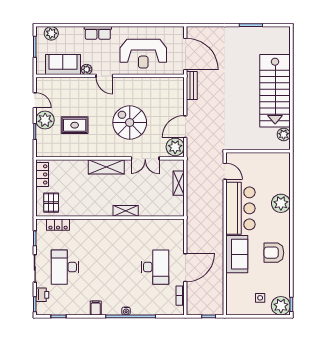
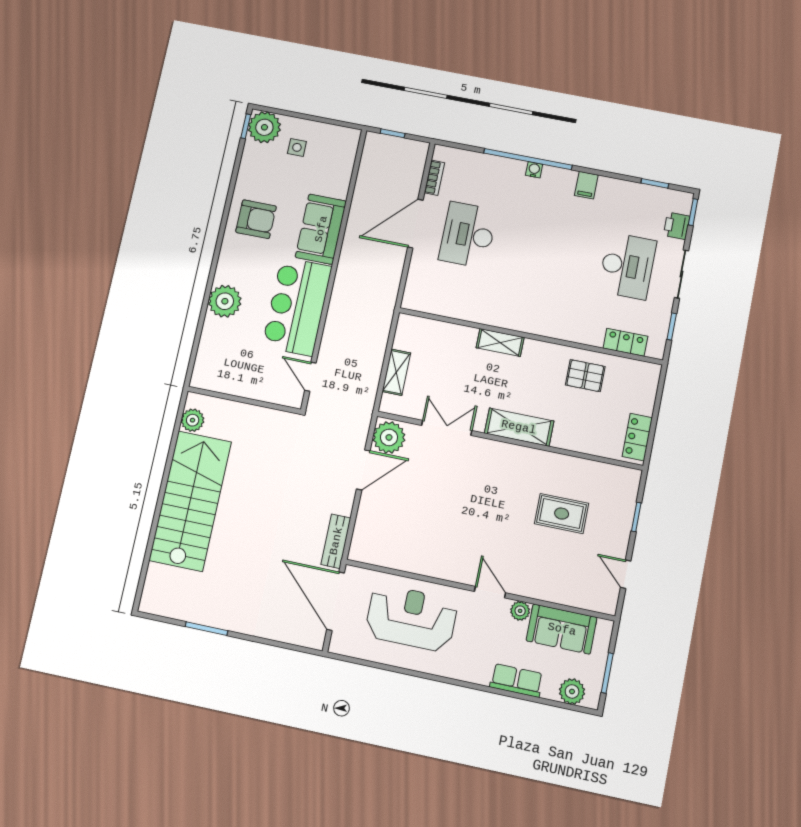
row of seats: (98, 33) -> (516, 680), moved
plant: (45, 120) -> (614, 534), removed
spiral stairs: (130, 122) -> (461, 498), removed
pallet: (51, 203) -> (585, 376), moved, turned 90

